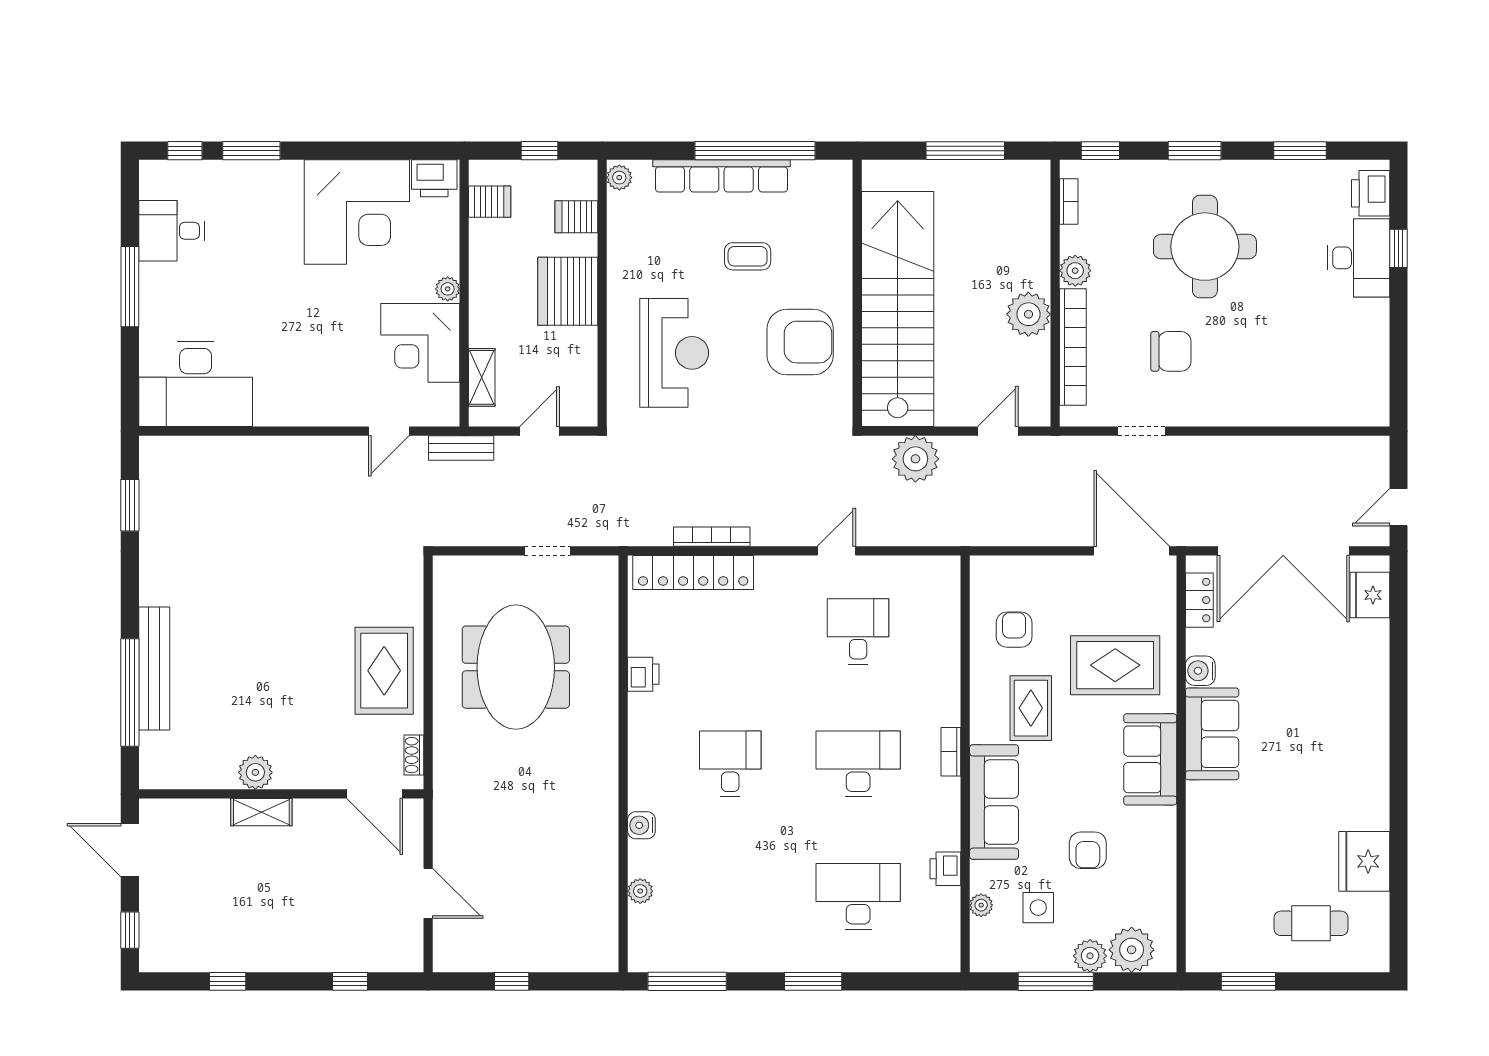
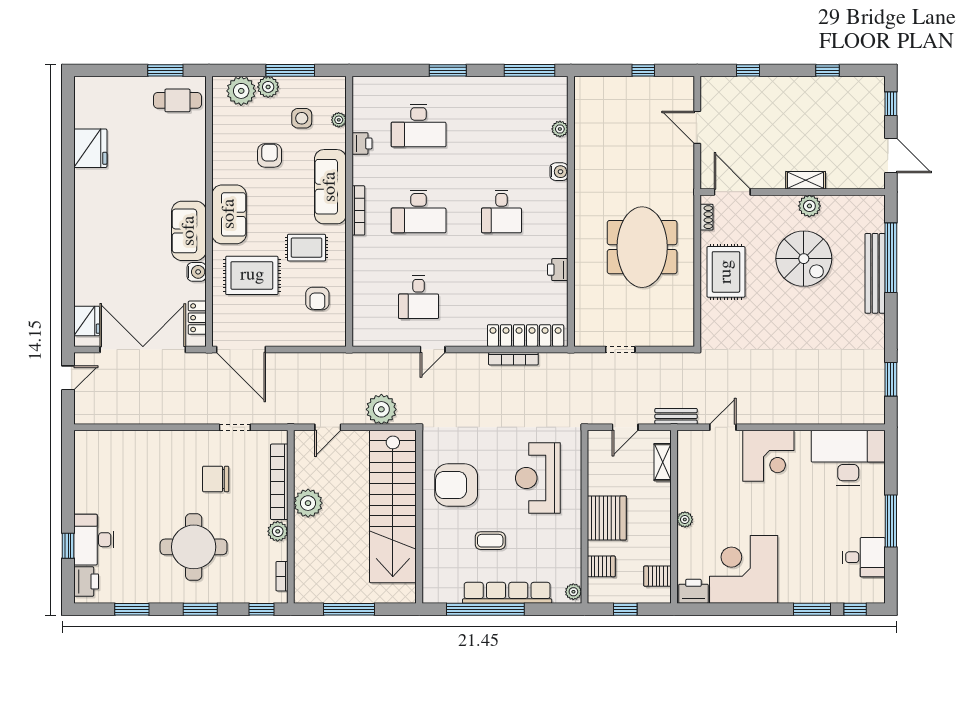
corner desk: (420, 343) -> (768, 456), moved, turned 90
meeting table: (516, 667) -> (642, 247), moved
spiral stairs: (264, 691) -> (804, 259), added
rug: (1031, 708) -> (307, 248), turned 90
bookcase: (951, 752) -> (358, 210), width x1.56
cafe table: (1311, 923) -> (177, 100), moved

